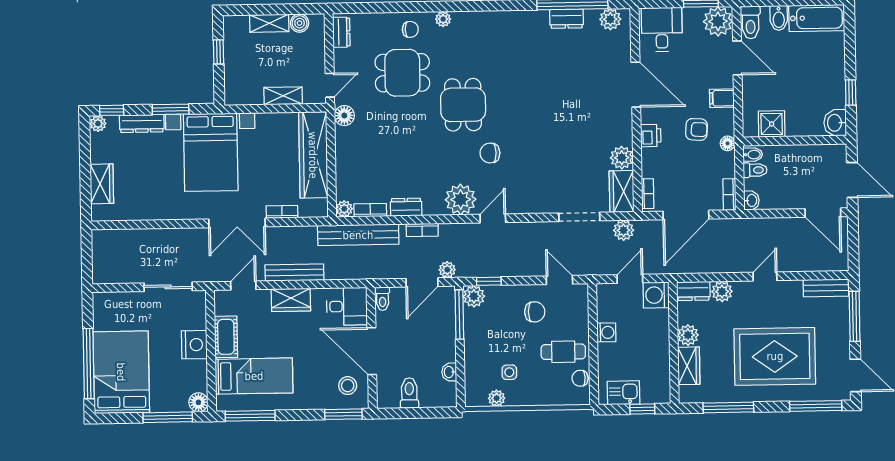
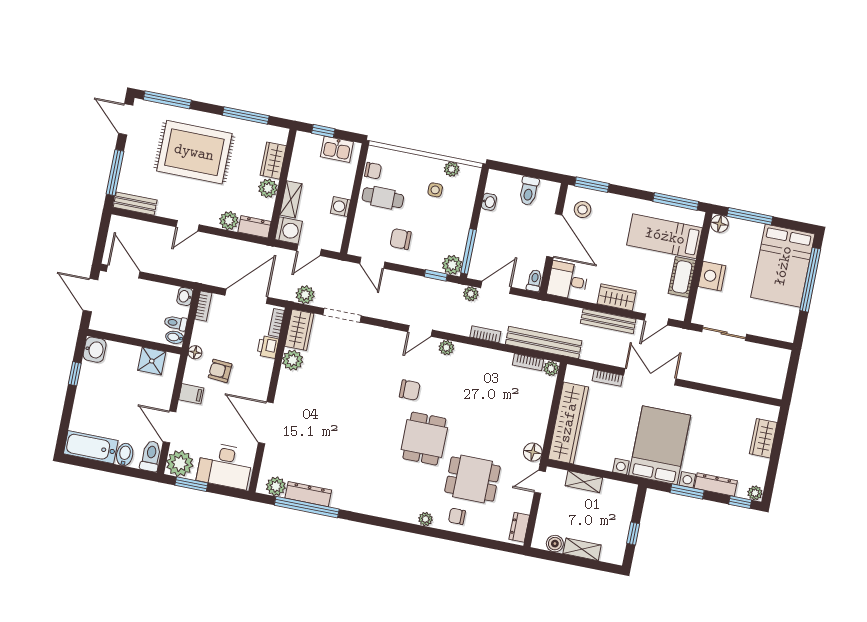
dresser: (567, 19) -> (308, 494), width x1.44
desk: (662, 30) -> (225, 466), width x1.37
printer: (651, 136) -> (268, 347), moved
plant: (461, 200) -> (446, 348), width x0.53, depth x0.53
dresser: (406, 207) -> (495, 358), removed
shelving: (661, 329) -> (291, 199), added

